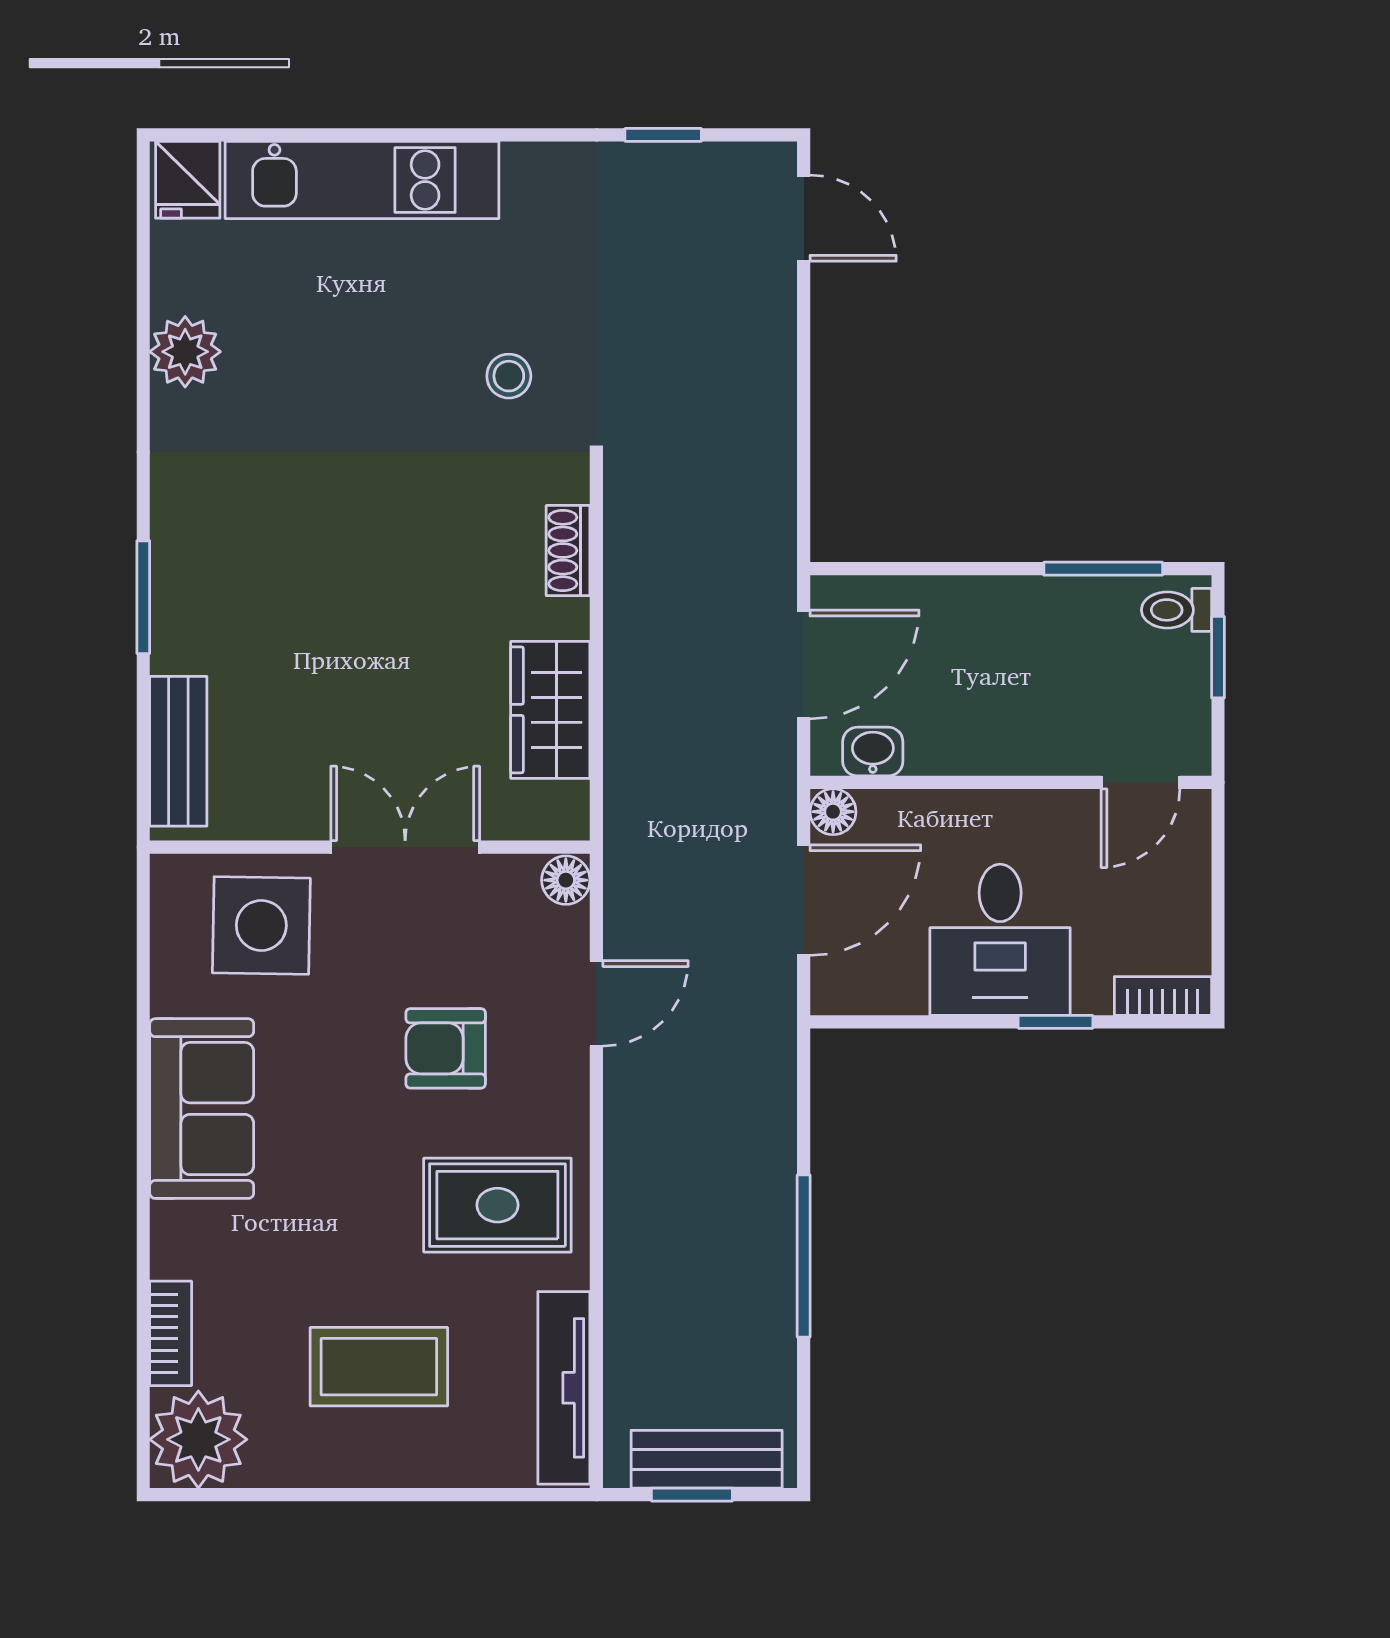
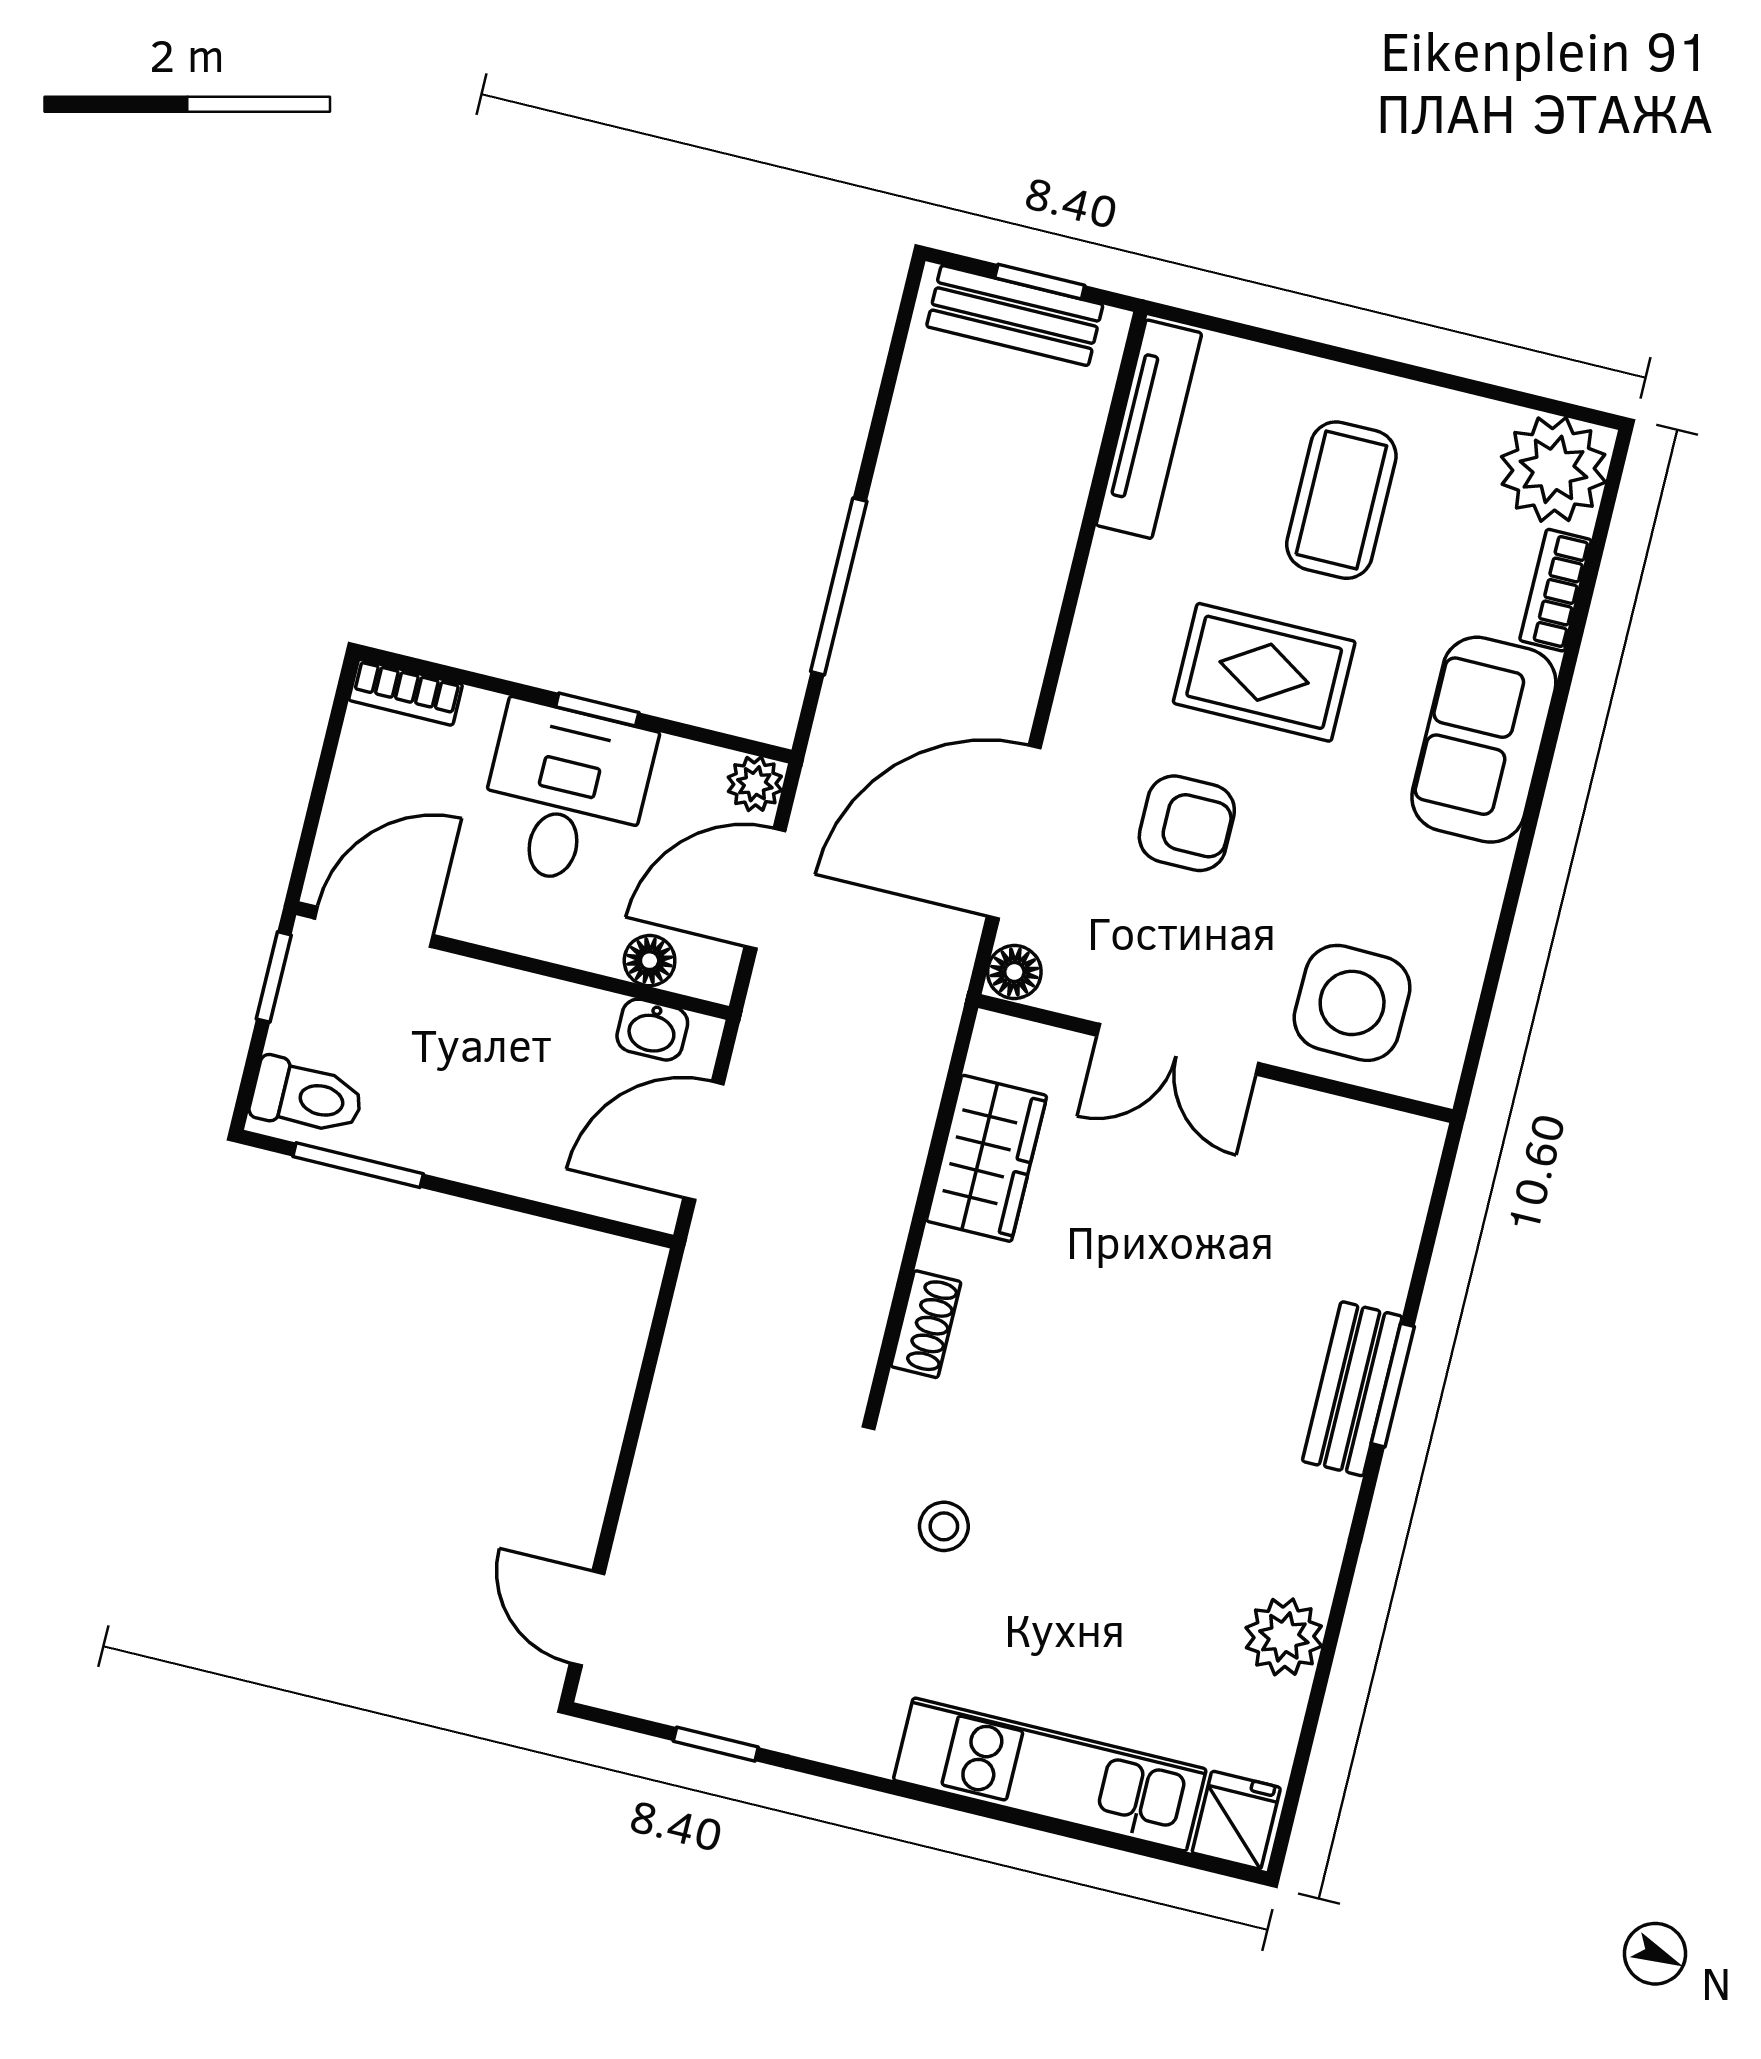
toilet: (1176, 610) -> (307, 1097), width x1.37, depth x1.39
window: (1218, 657) -> (274, 977), moved
bench: (178, 751) -> (1352, 1389), moved
door: (1140, 782) -> (374, 927), width x1.38
floor lamp: (833, 812) -> (650, 961), moved
plant: (835, 990) -> (755, 784), added
door: (596, 1003) -> (1014, 832), width x1.88
window: (1055, 1022) -> (597, 710), moved
sofa: (202, 1109) -> (1484, 740), moved
rug: (497, 1205) -> (1264, 672), moved
window: (804, 1256) -> (839, 586), moved
coffee table: (379, 1367) -> (1341, 500), turned 90

